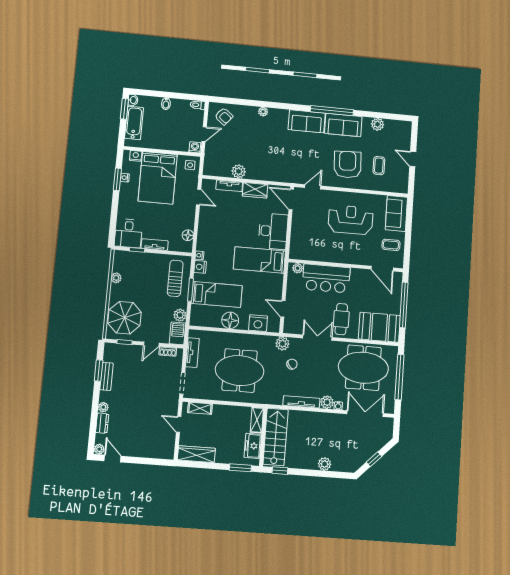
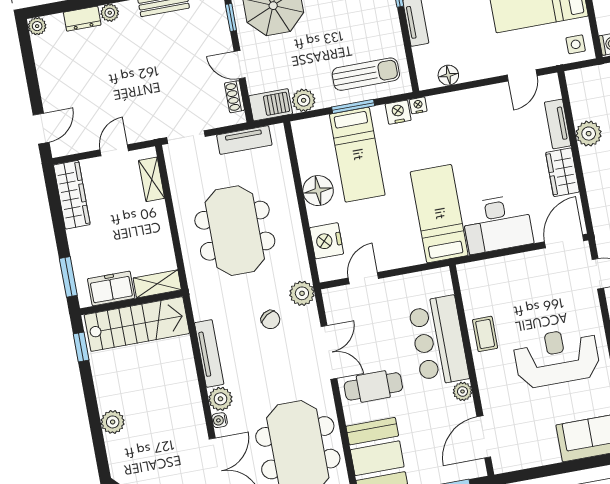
reception desk: (351, 220) -> (557, 358), turned -90
coffee table: (391, 245) -> (485, 334), moved
plant: (298, 268) -> (462, 391), moved
door: (113, 459) -> (41, 129), moved

